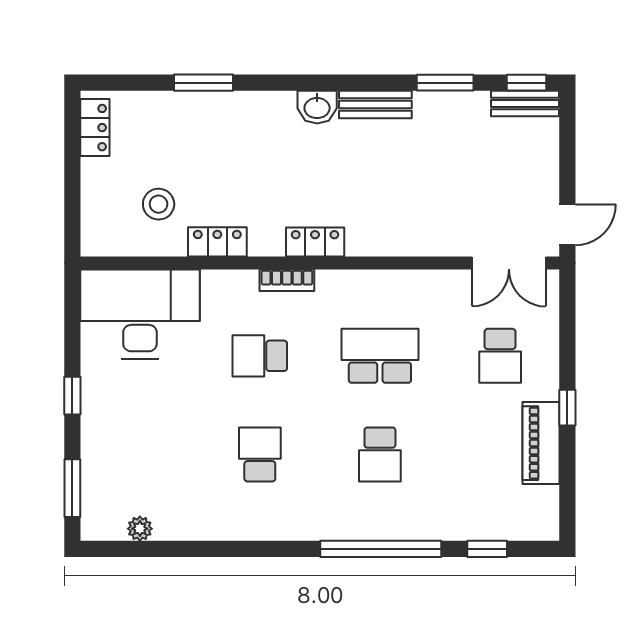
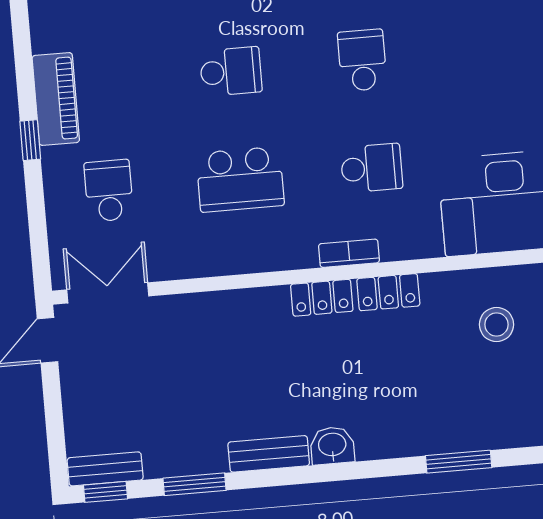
locker: (217, 242) -> (388, 292), moved
school desk: (260, 454) -> (362, 60), turned 180
school desk: (380, 454) -> (231, 71), turned 90

